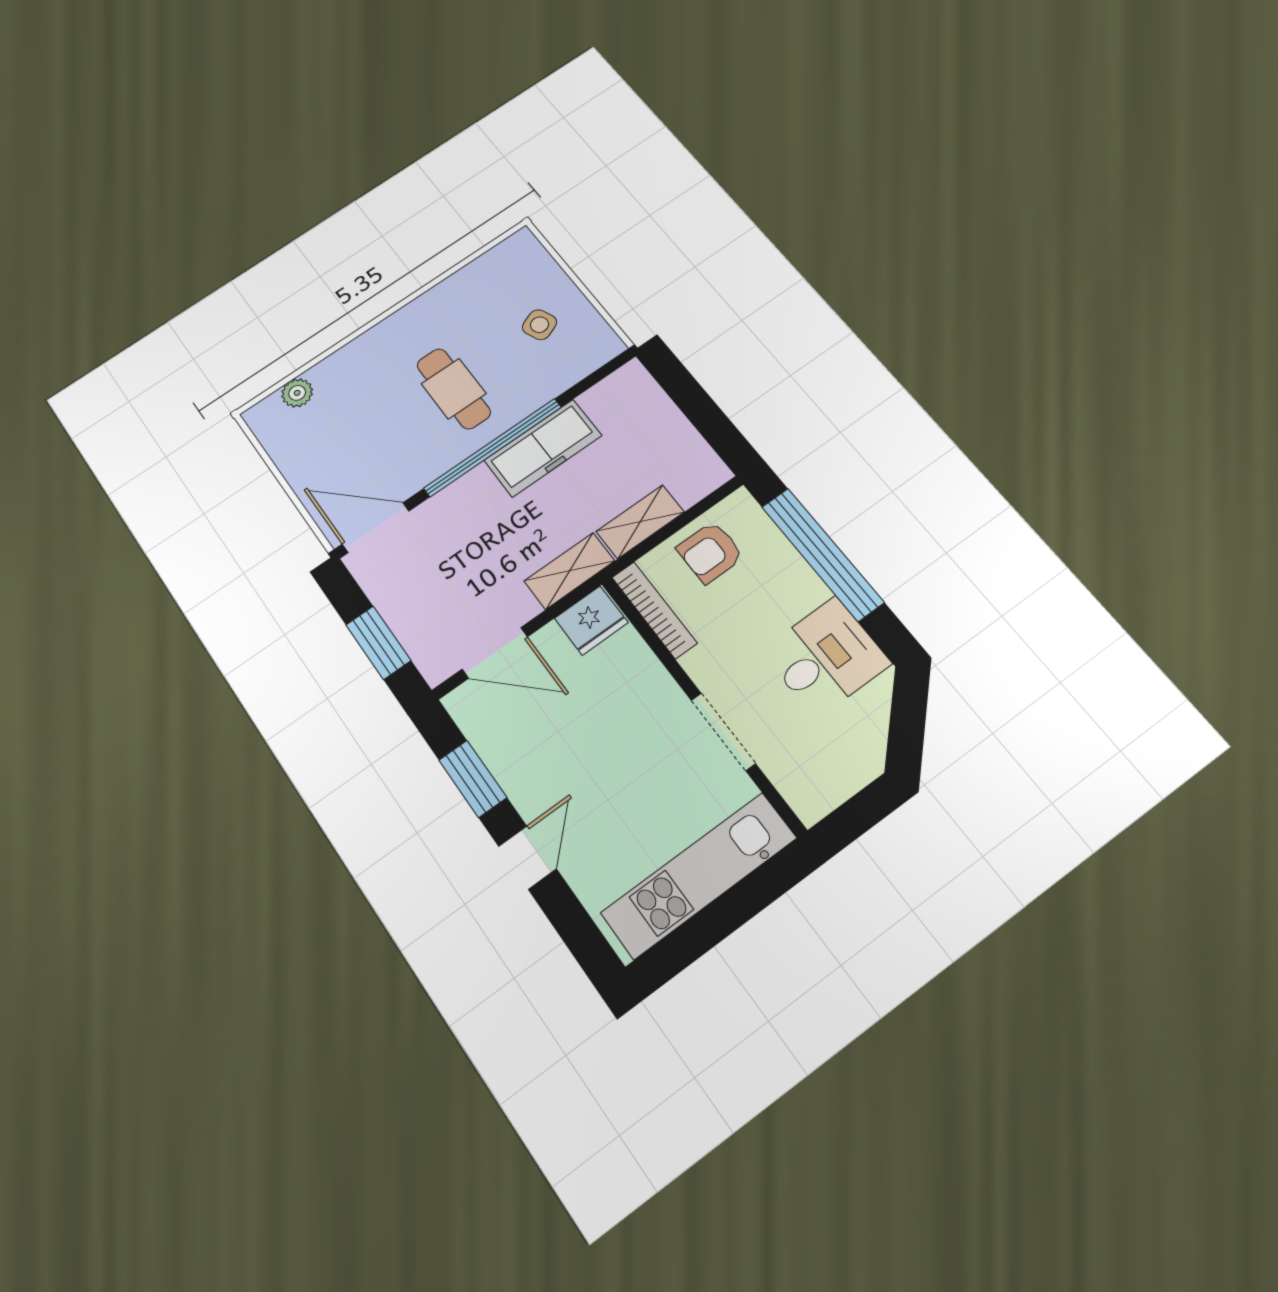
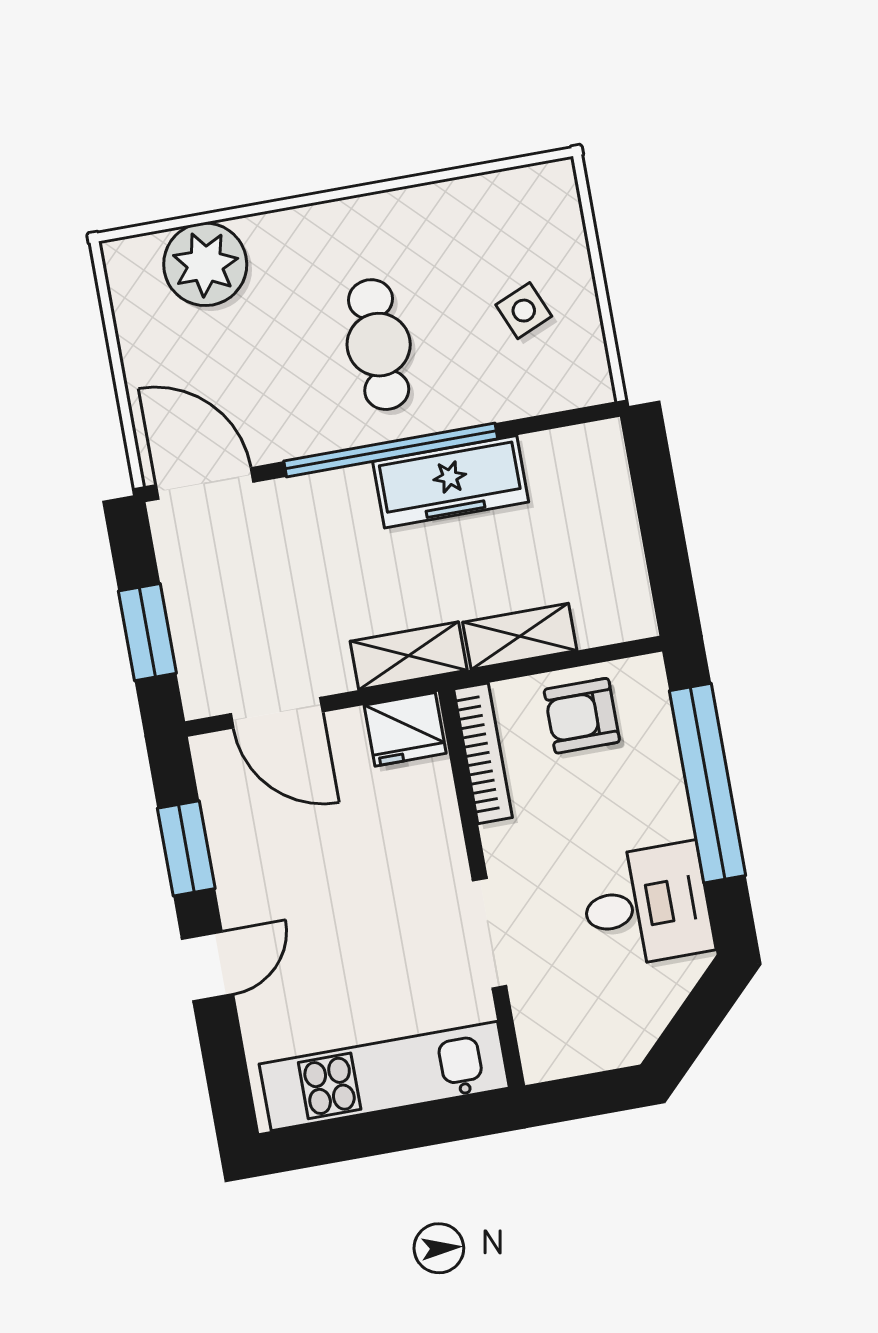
plant: (297, 393) -> (205, 264), width x1.88, depth x1.88

